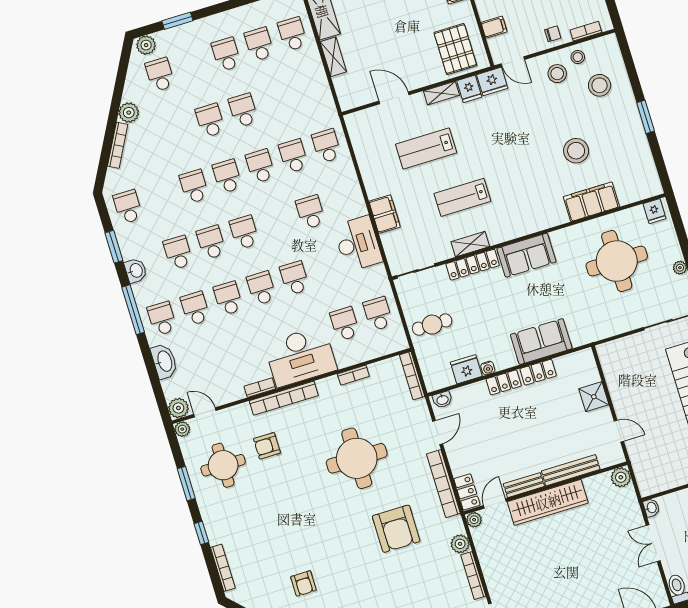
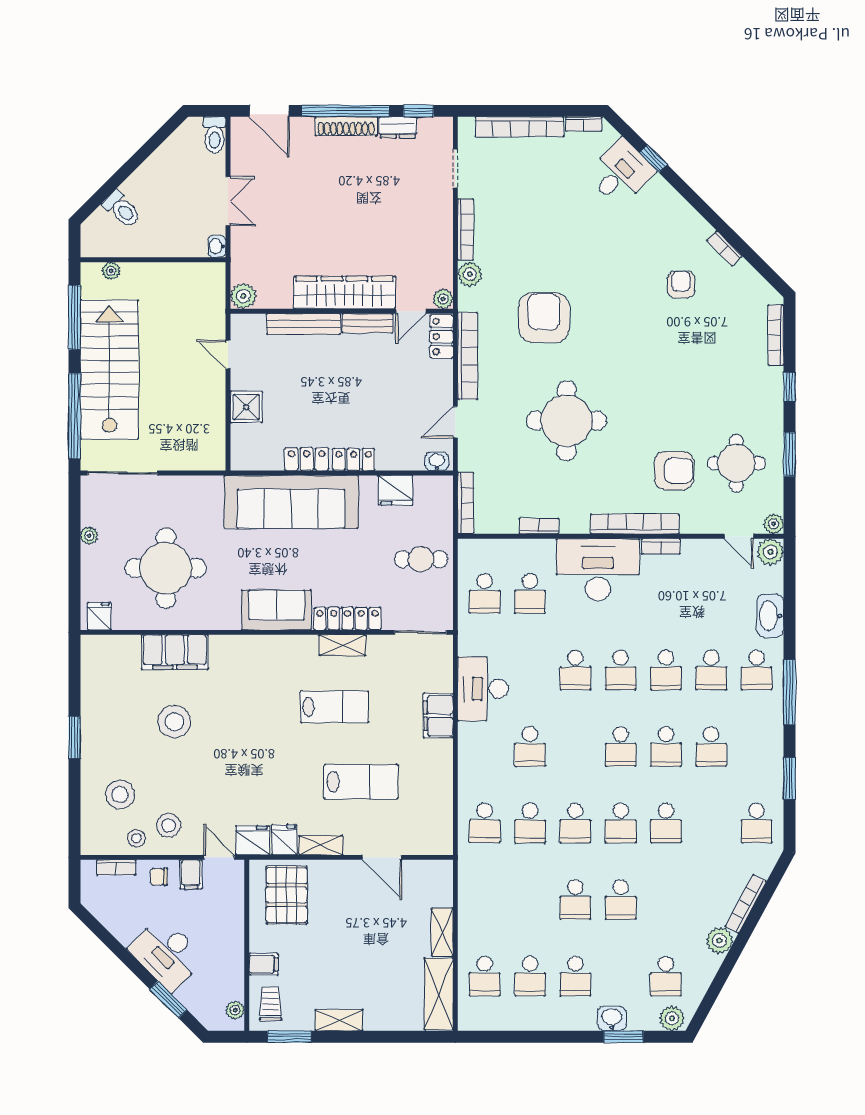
filing cabinet: (494, 27) -> (191, 874), moved, turned -90
washbasin: (136, 271) -> (612, 1019), moved, turned 90
sofa: (541, 342) -> (291, 502), width x1.85, depth x1.27
water cooler: (488, 368) -> (368, 484), removed
armchair: (267, 446) -> (674, 471), width x1.38, depth x1.38

